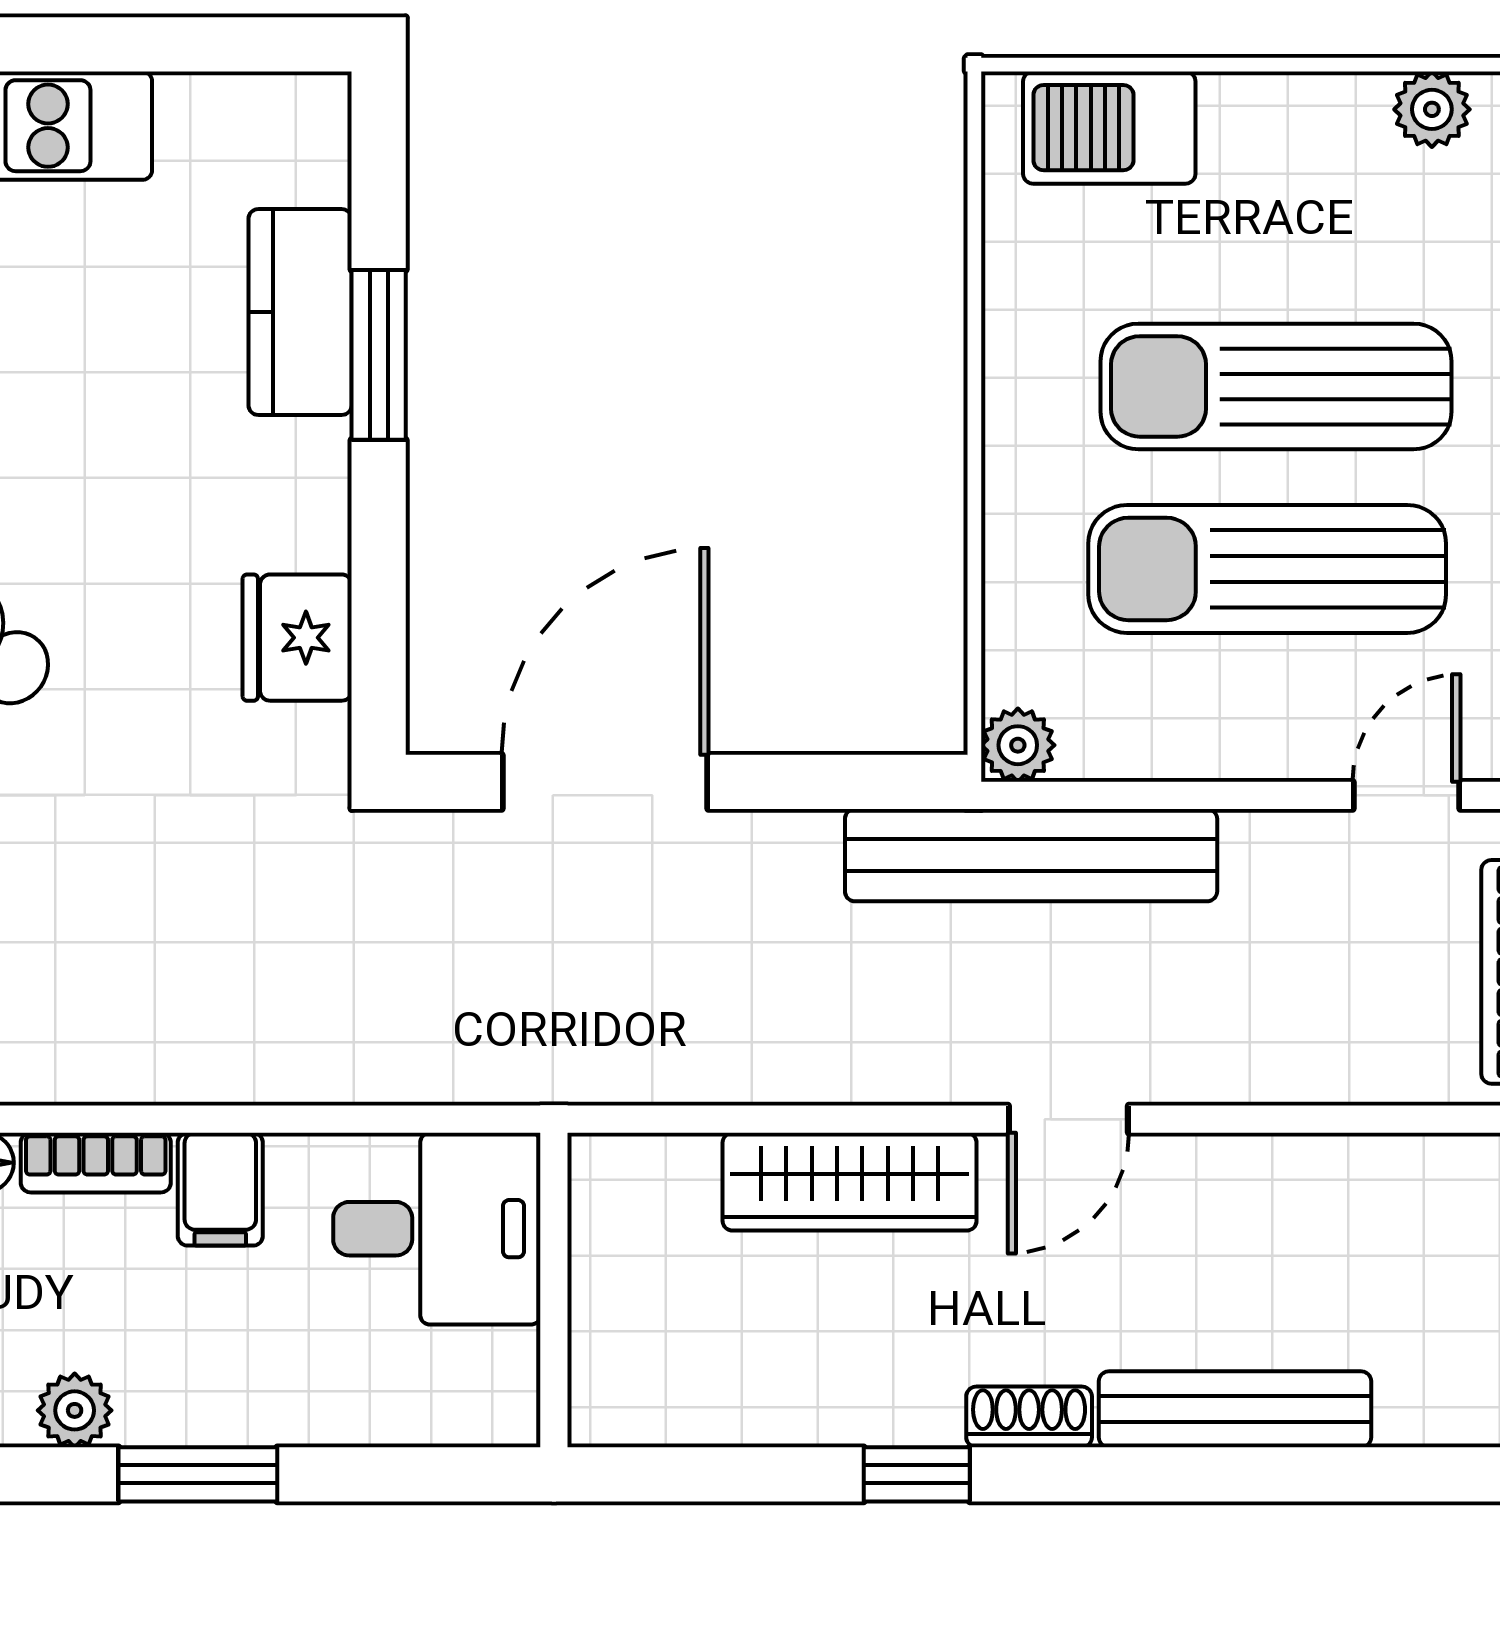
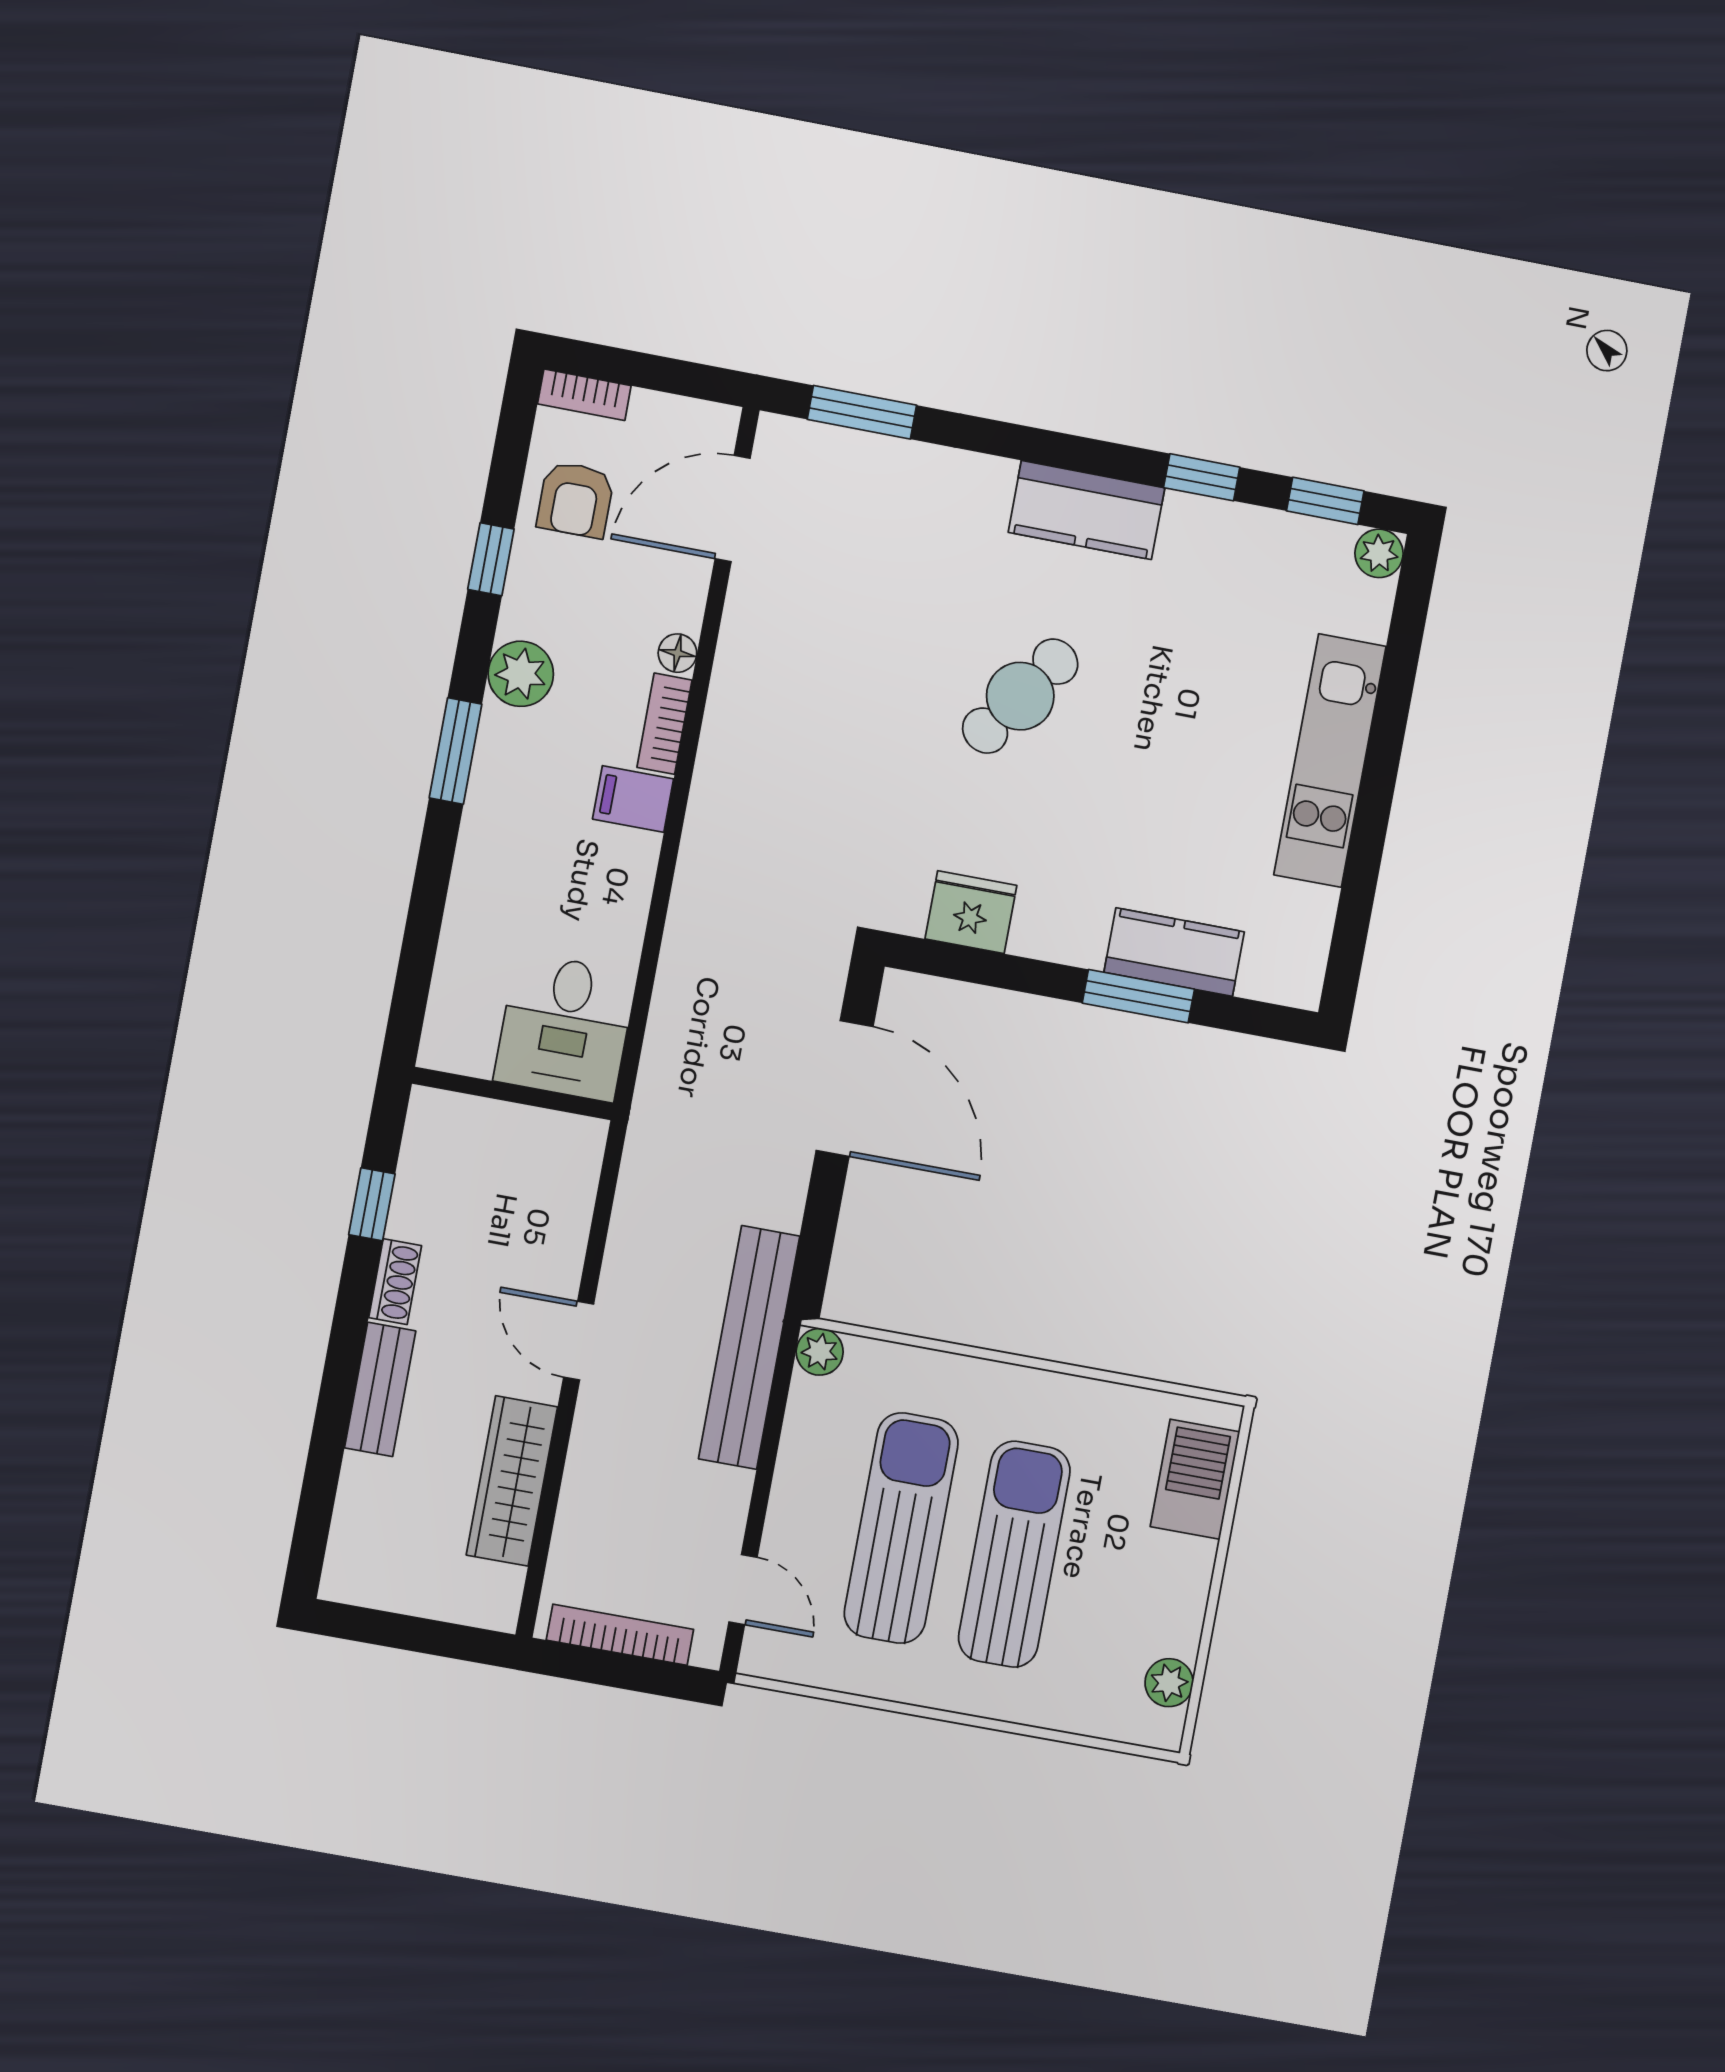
wardrobe: (850, 1182) -> (512, 1481), moved
desk: (437, 1229) -> (565, 1027), moved
wall: (554, 1290) -> (513, 1093), moved
bench: (1235, 1409) -> (380, 1389), width x0.73
plant: (75, 1410) -> (521, 674), width x1.38, depth x1.38

